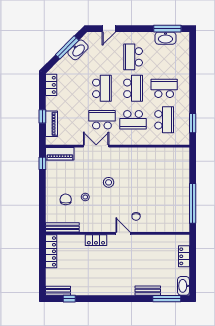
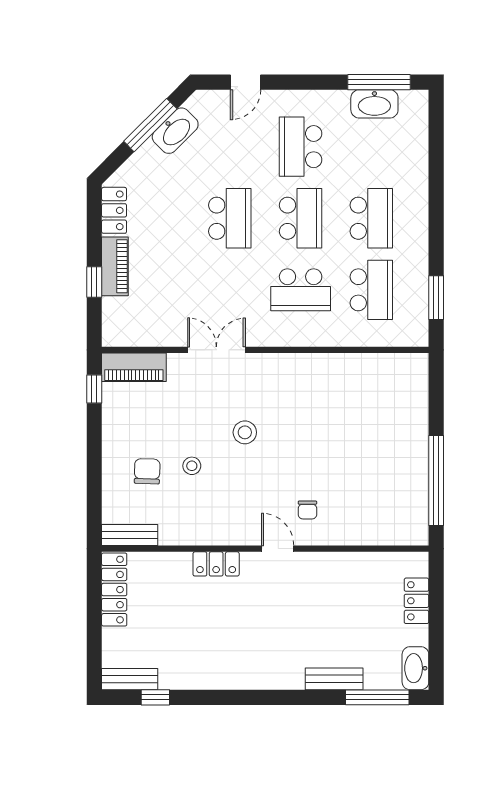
school desk: (164, 88) -> (371, 218), turned 90
school desk: (102, 120) -> (230, 290), removed
piano: (52, 124) -> (115, 266), moved
bench: (62, 227) -> (130, 535), width x0.73

